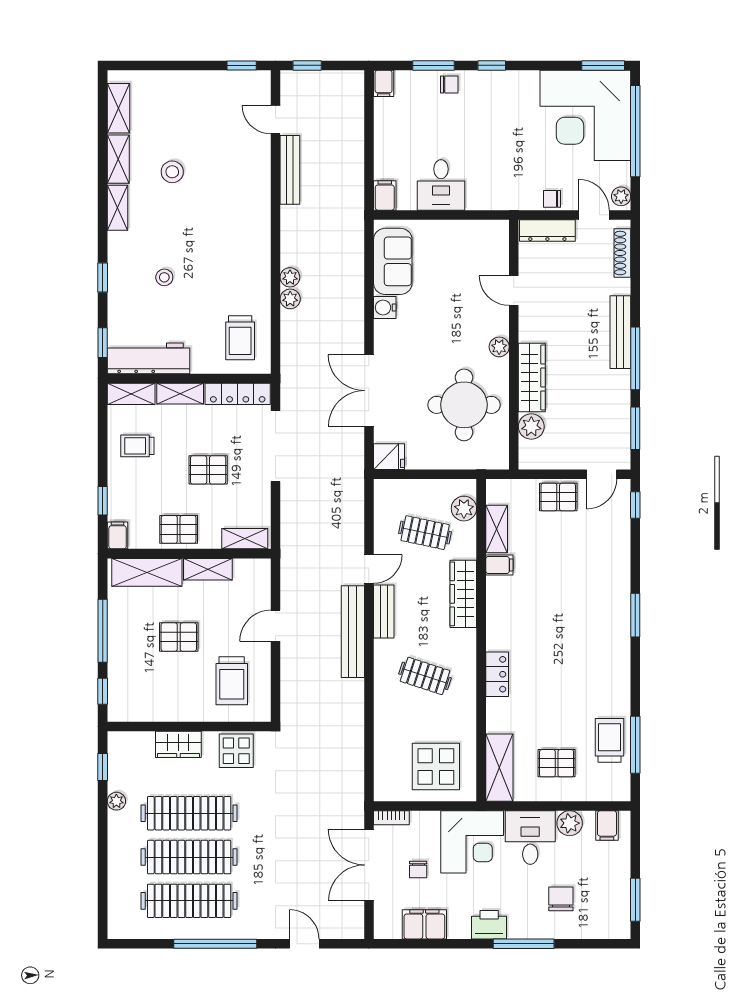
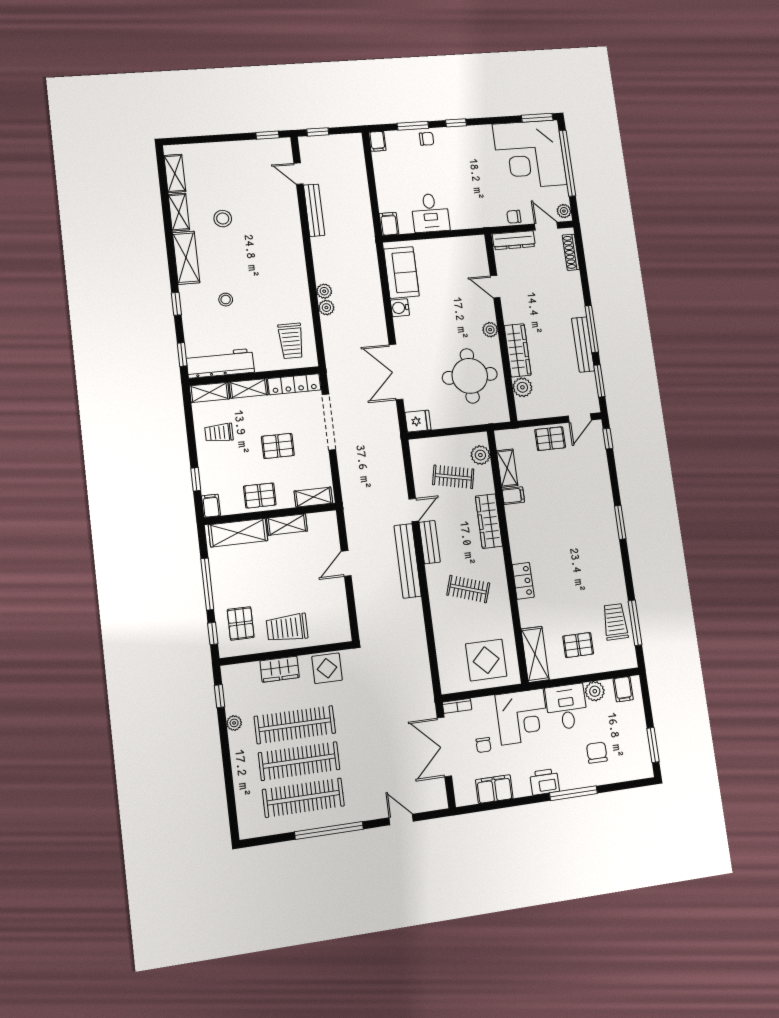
shelving: (118, 208) -> (186, 258), width x1.50, depth x1.33
bench: (620, 332) -> (583, 344), moved
pallet: (179, 637) -> (241, 623), moved, turned 90
trolley: (232, 681) -> (287, 628), moved, turned 90

